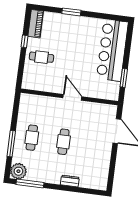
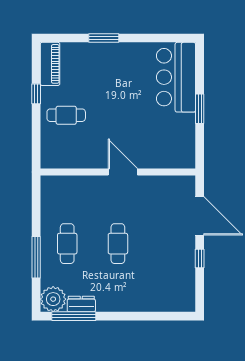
bar counter: (112, 50) -> (176, 77), width x0.73
window: (124, 78) -> (200, 109), moved
window: (113, 158) -> (200, 259), added
dresser: (70, 181) -> (81, 304), moved

